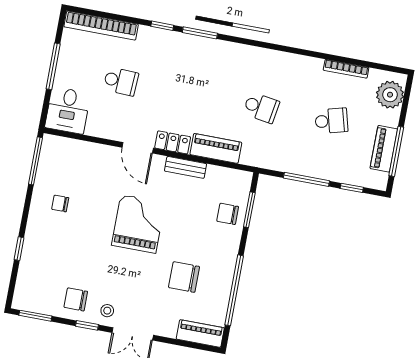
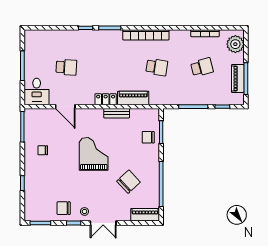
bookcase: (101, 26) -> (146, 35), moved
door: (138, 148) -> (65, 107), moved
chair: (184, 277) -> (128, 182), turned 137

